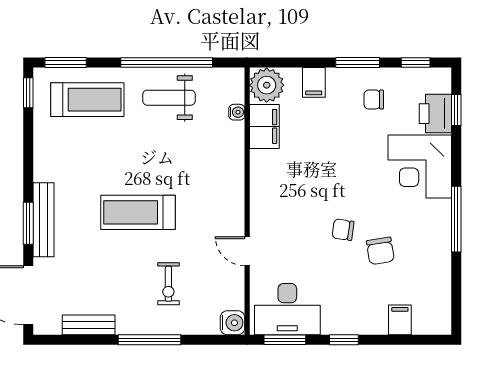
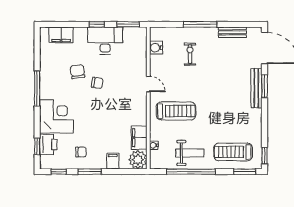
treadmill: (138, 212) -> (176, 111), moved
door: (247, 251) -> (148, 84), moved
desk: (287, 309) -> (105, 41), moved
filing cabinet: (400, 320) -> (61, 35), width x2.00
water cooler: (232, 323) -> (156, 48), moved

